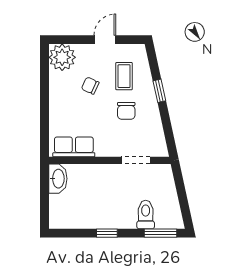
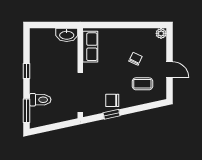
plant: (62, 57) -> (161, 33), width x0.53, depth x0.53
window: (159, 91) -> (112, 114), moved
chair: (126, 111) -> (112, 100), moved
doorway: (136, 160) -> (80, 92), width x1.88

